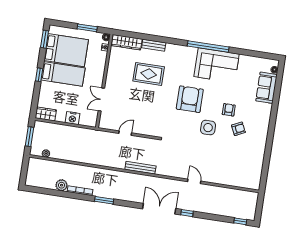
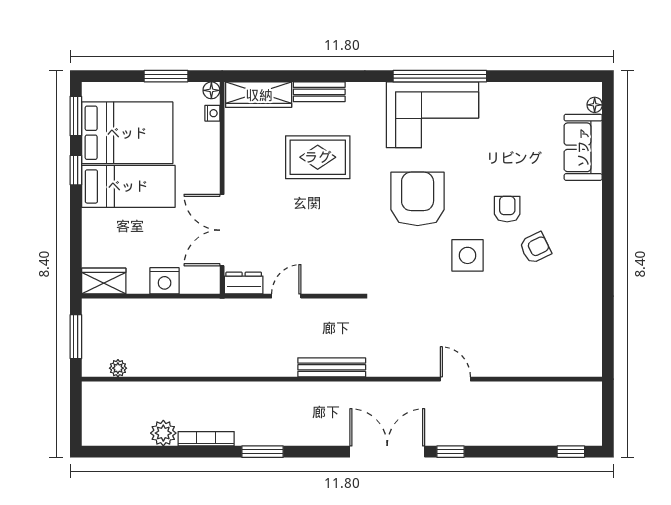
corner sofa: (217, 65) -> (432, 115), moved
window: (39, 75) -> (76, 170), moved
double door: (101, 100) -> (222, 230), width x1.37
dresser: (107, 124) -> (244, 283), added

